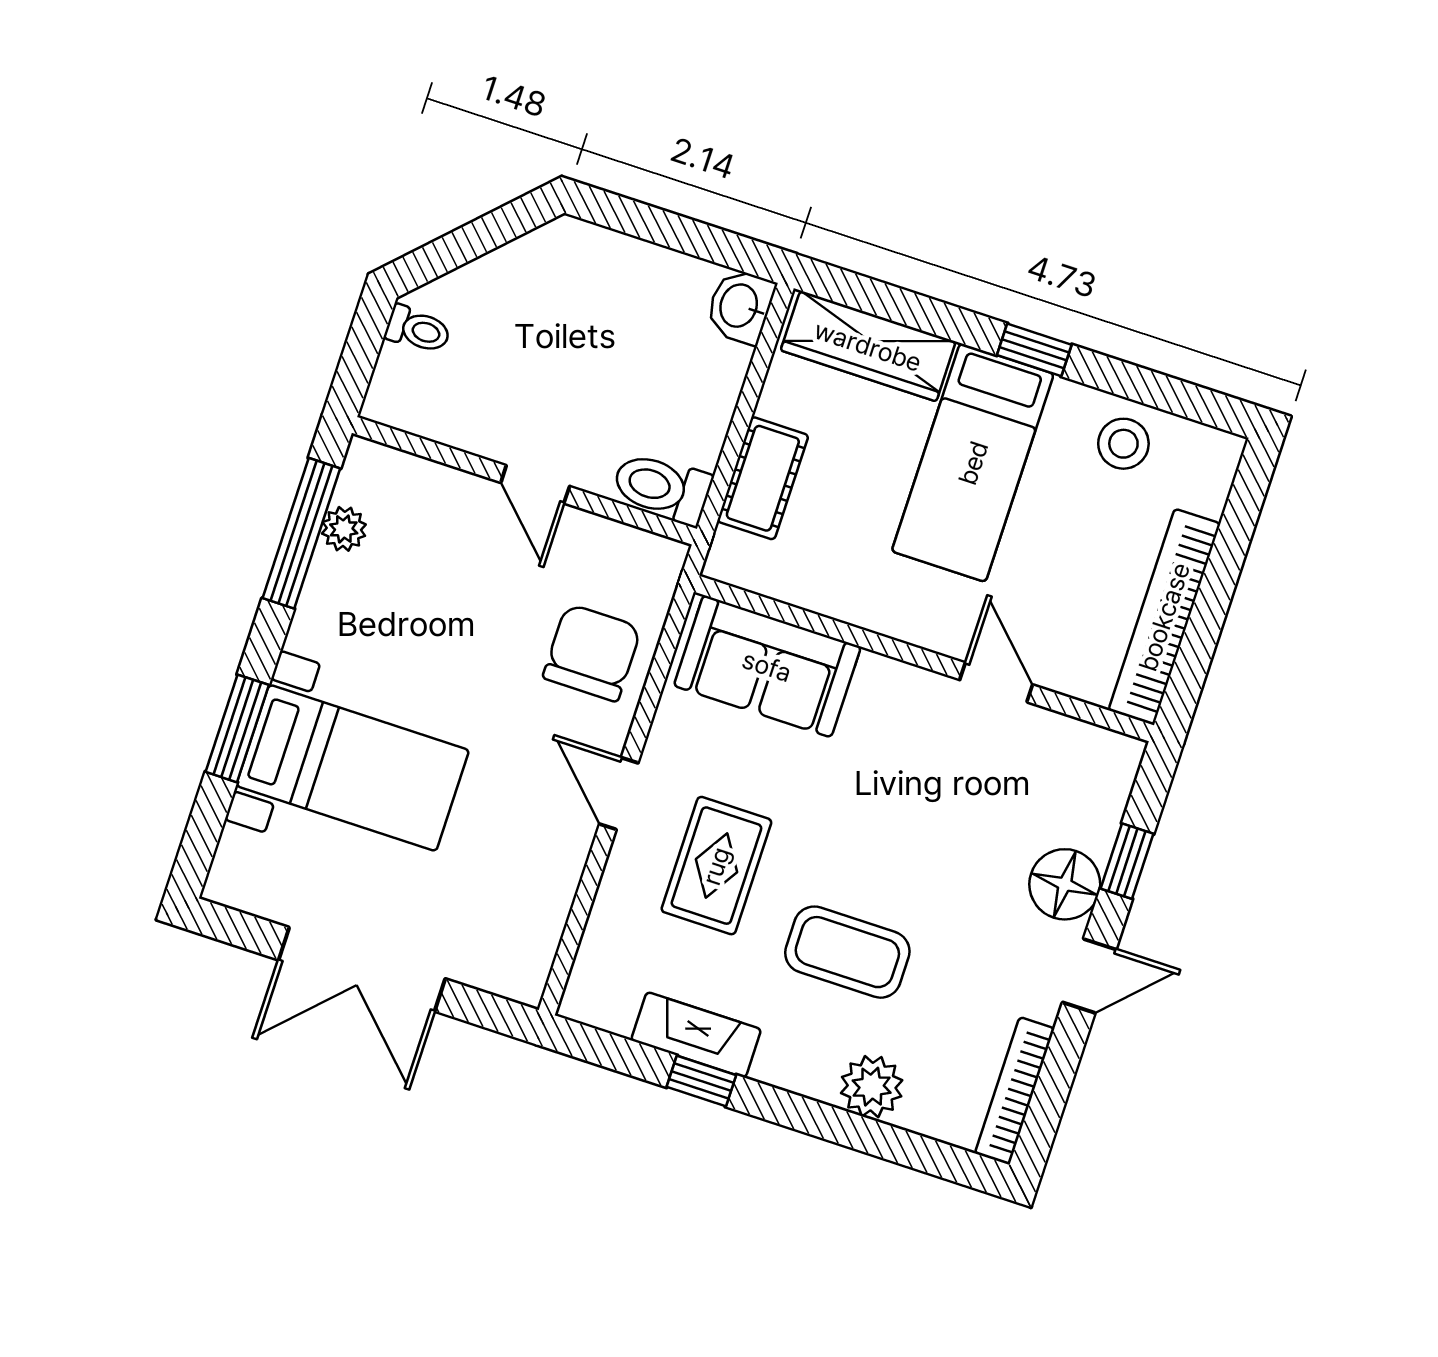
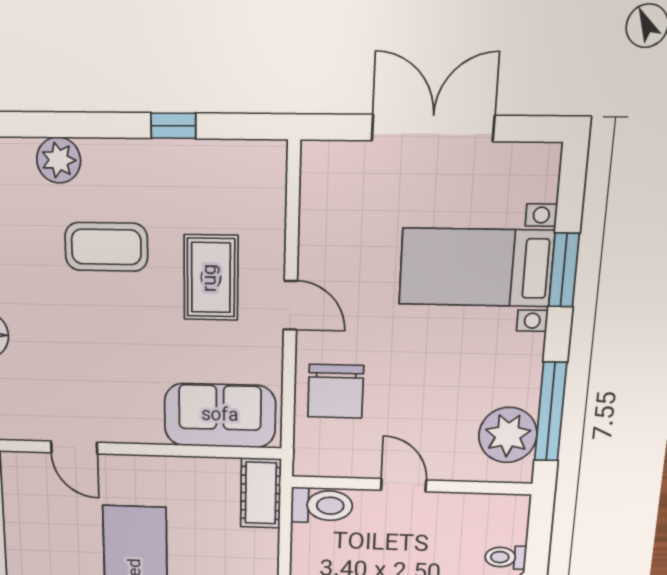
cot: (763, 478) -> (261, 493), moved
plant: (344, 529) -> (508, 435), width x1.88, depth x1.88
fireplace: (696, 1035) -> (187, 157), removed

